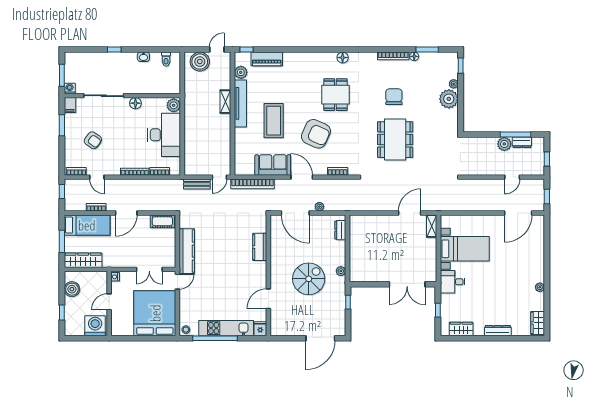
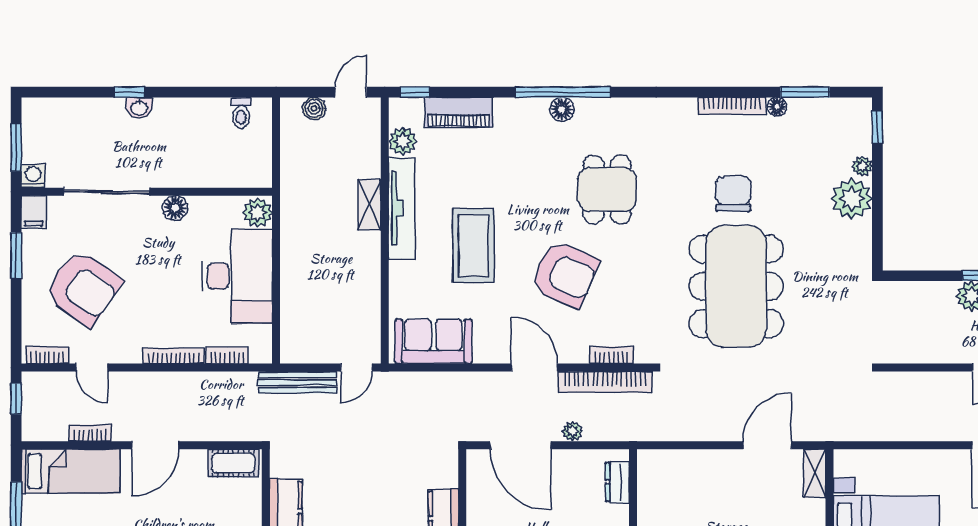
window: (315, 50) -> (563, 92), added
washbasin: (143, 57) -> (139, 108), moved
floor lamp: (343, 58) -> (562, 109), moved
boiler: (200, 62) -> (314, 108), width x0.54, depth x0.54
armchair: (93, 140) -> (83, 288), width x1.88, depth x1.88
dining table: (395, 140) -> (736, 286), width x1.36, depth x1.24
sofa: (273, 165) -> (433, 341), moved
bench: (197, 184) -> (297, 382), width x1.36
bookcase: (253, 184) -> (605, 382), moved

